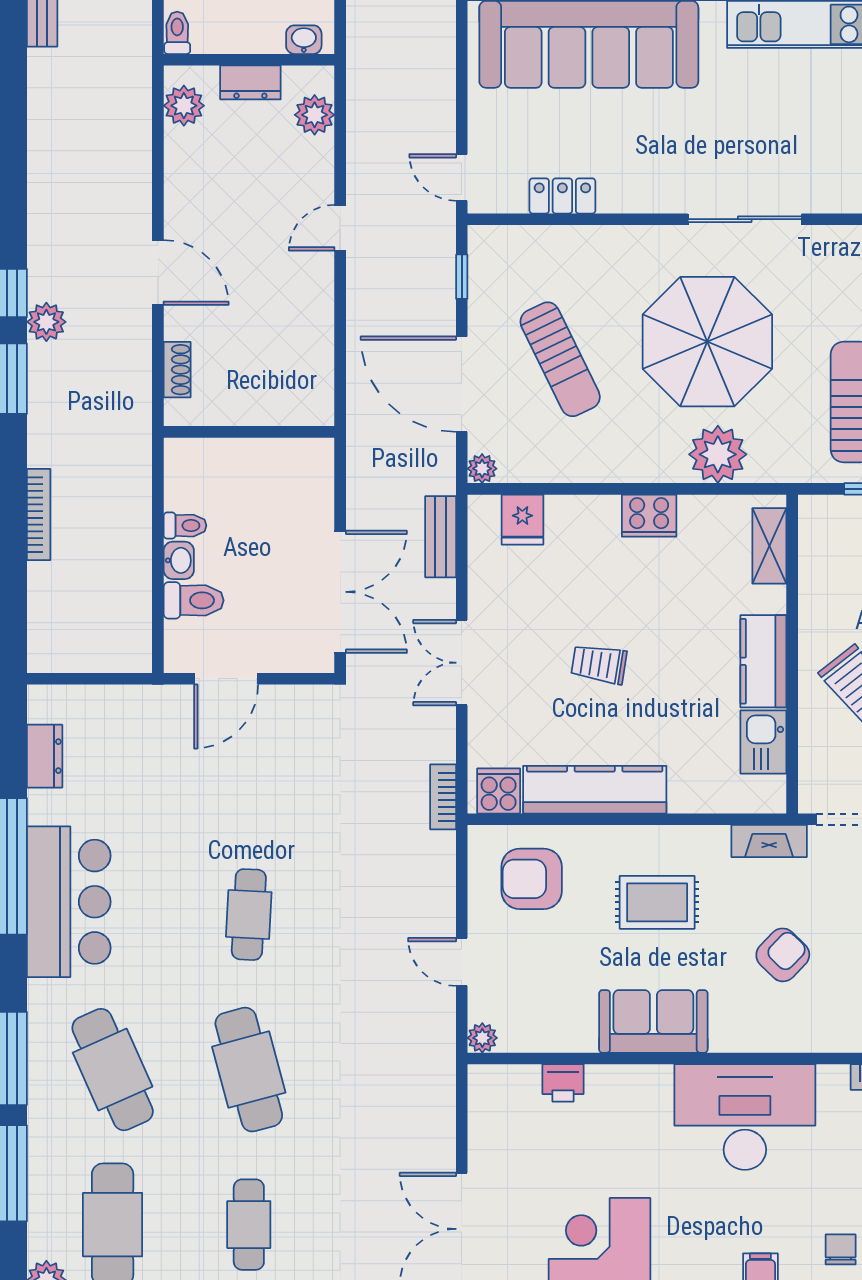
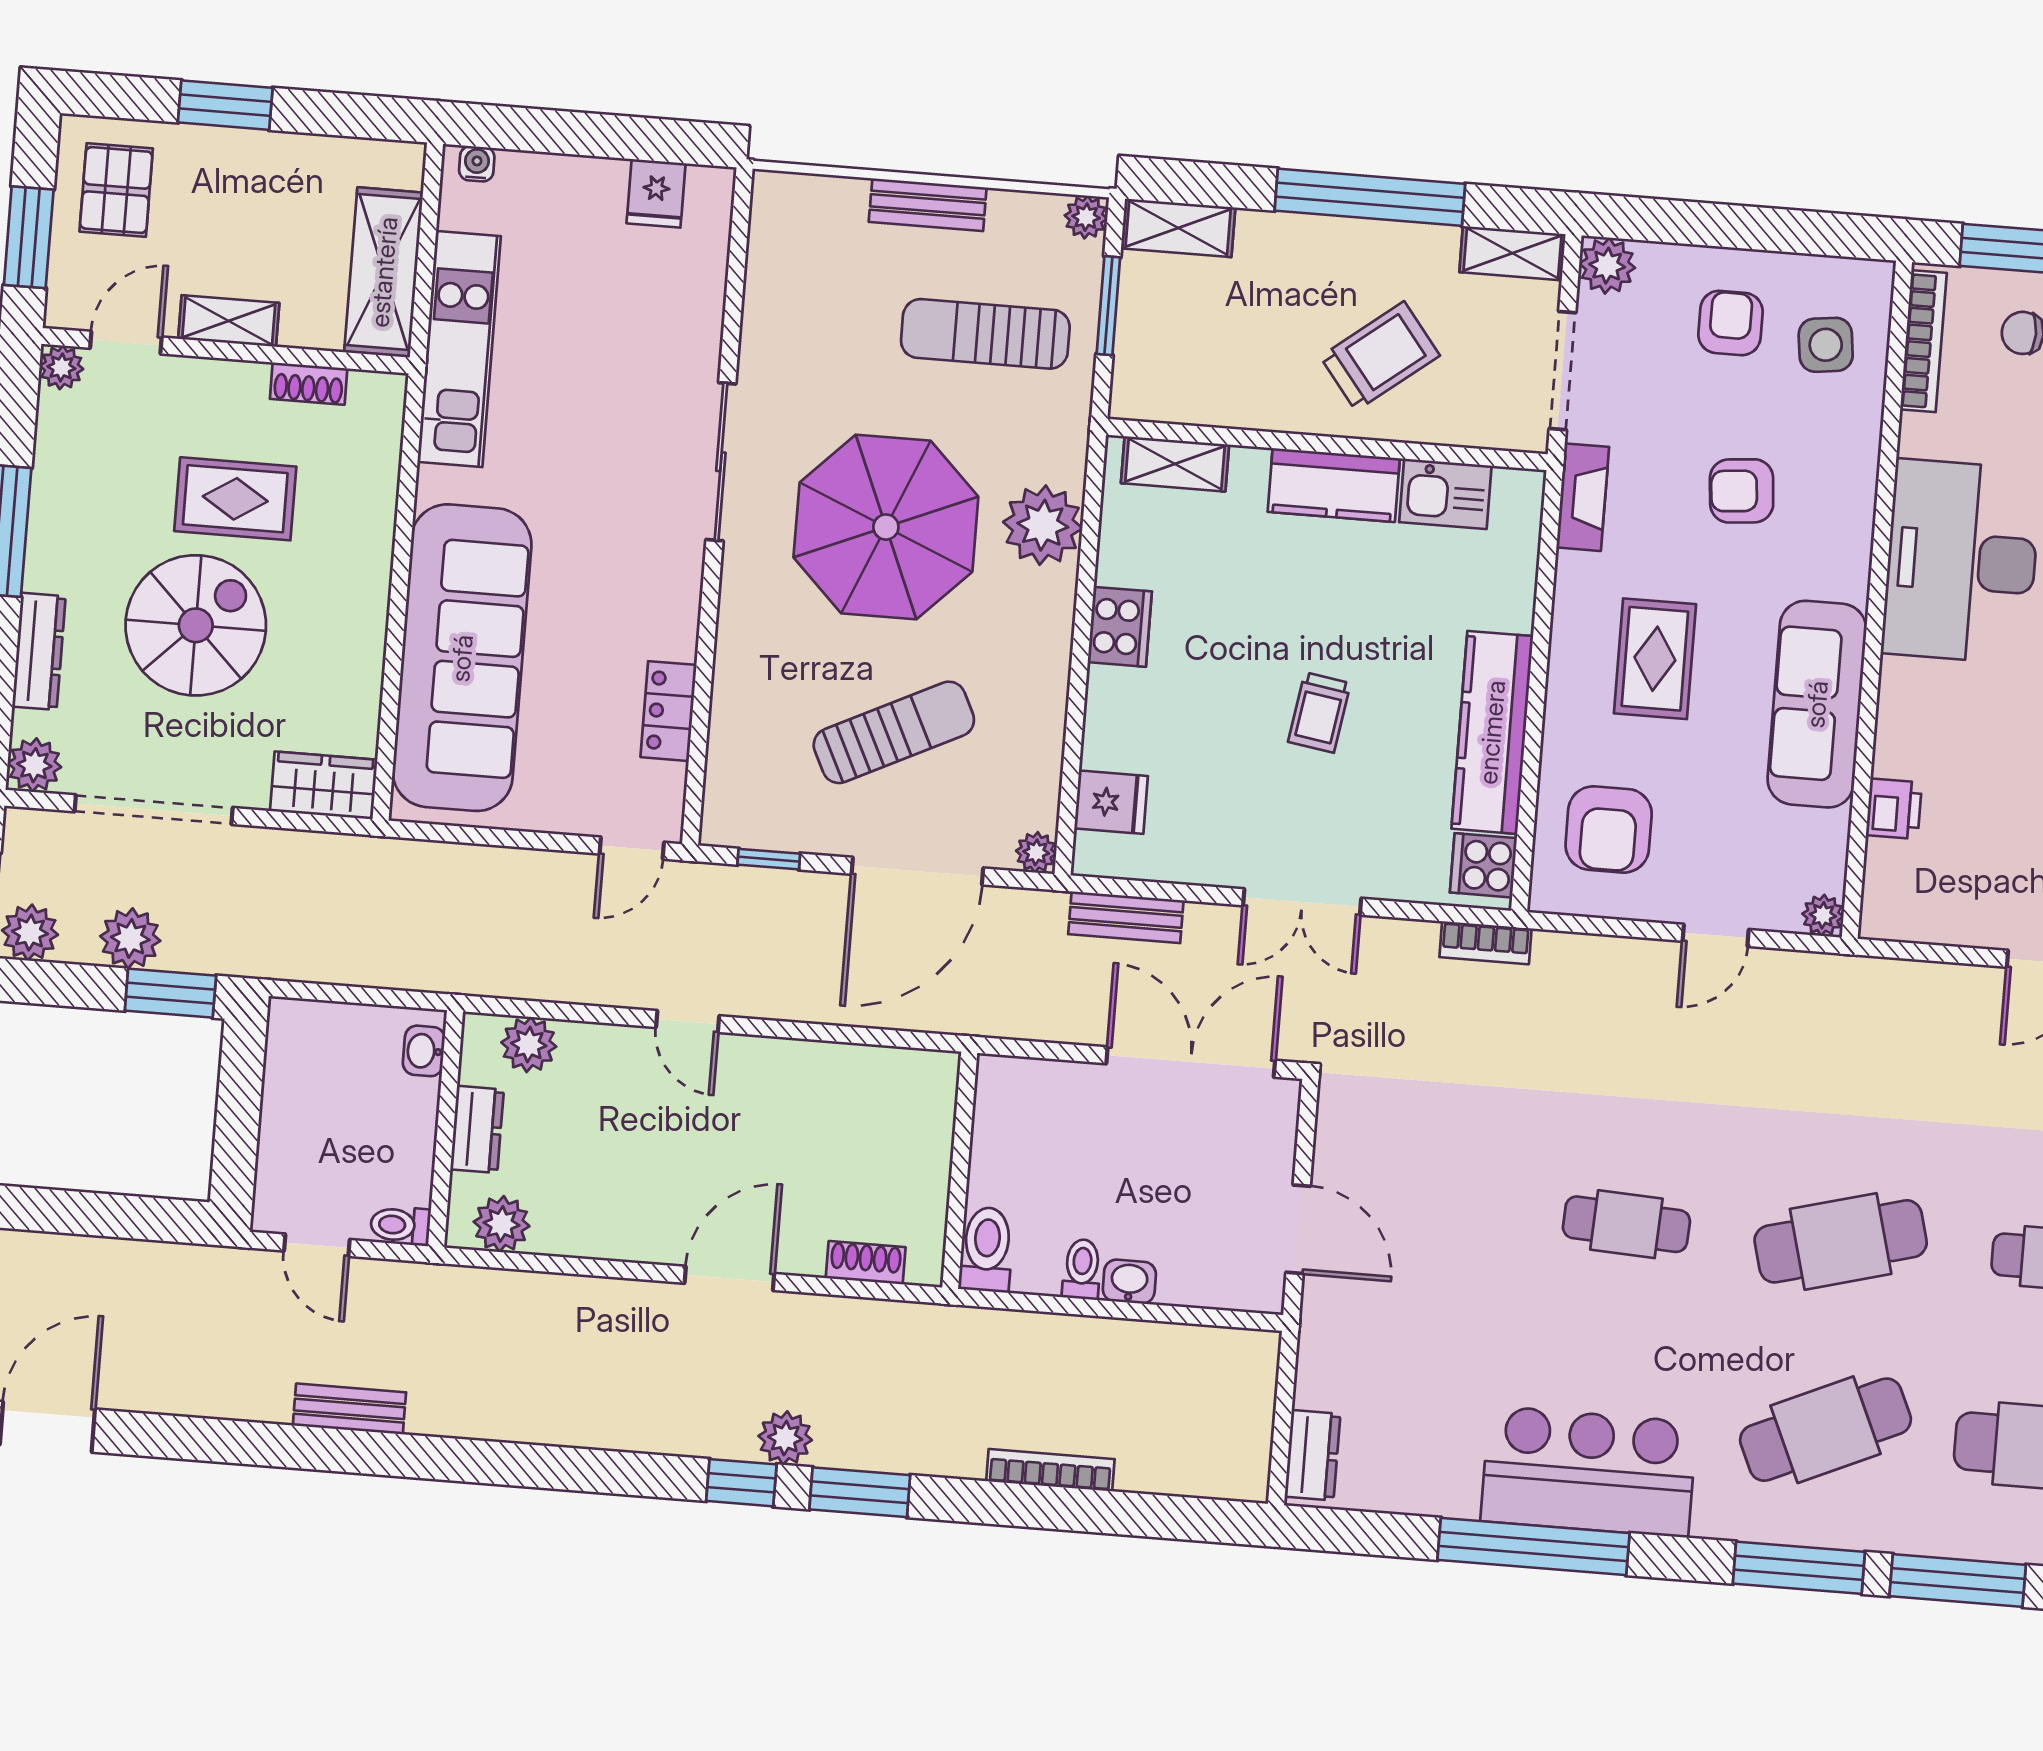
toilet: (194, 600) -> (987, 1249), moved
dresser: (45, 756) -> (1312, 1455), moved, turned 90
armchair: (783, 955) -> (1742, 491), turned -49
sofa: (653, 1021) -> (1817, 704), width x1.36

